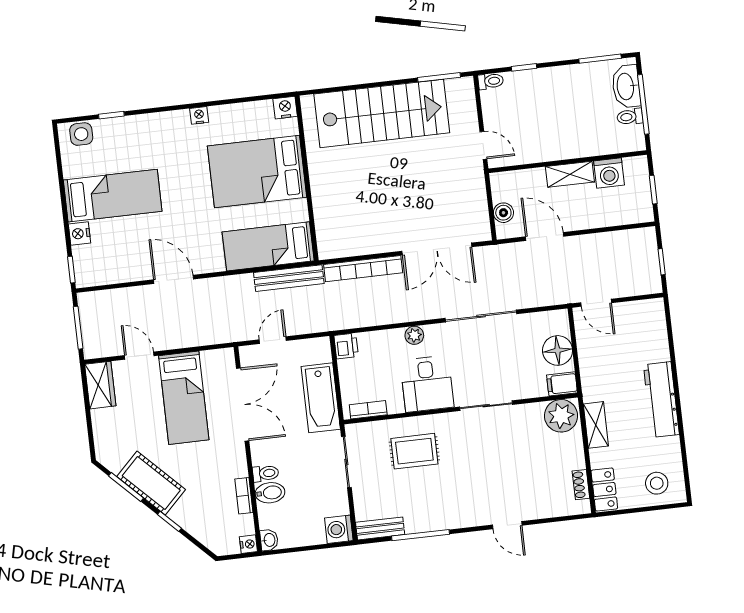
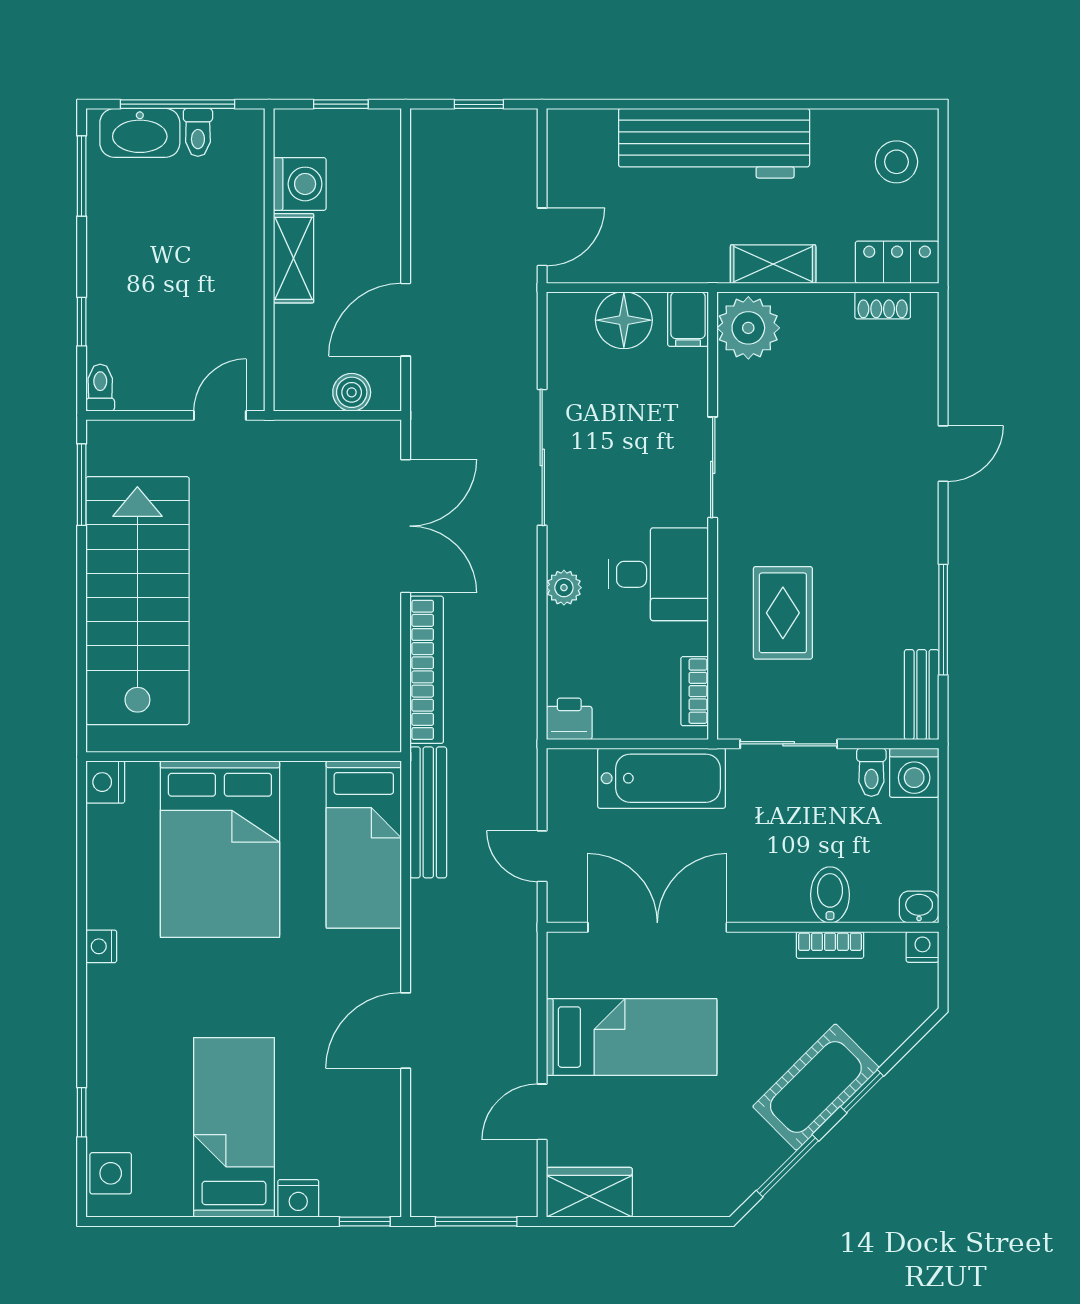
workbench: (661, 400) -> (714, 143), width x1.36, depth x1.32
toilet: (266, 473) -> (871, 772), moved, turned 180
cot: (151, 483) -> (816, 1087), moved

